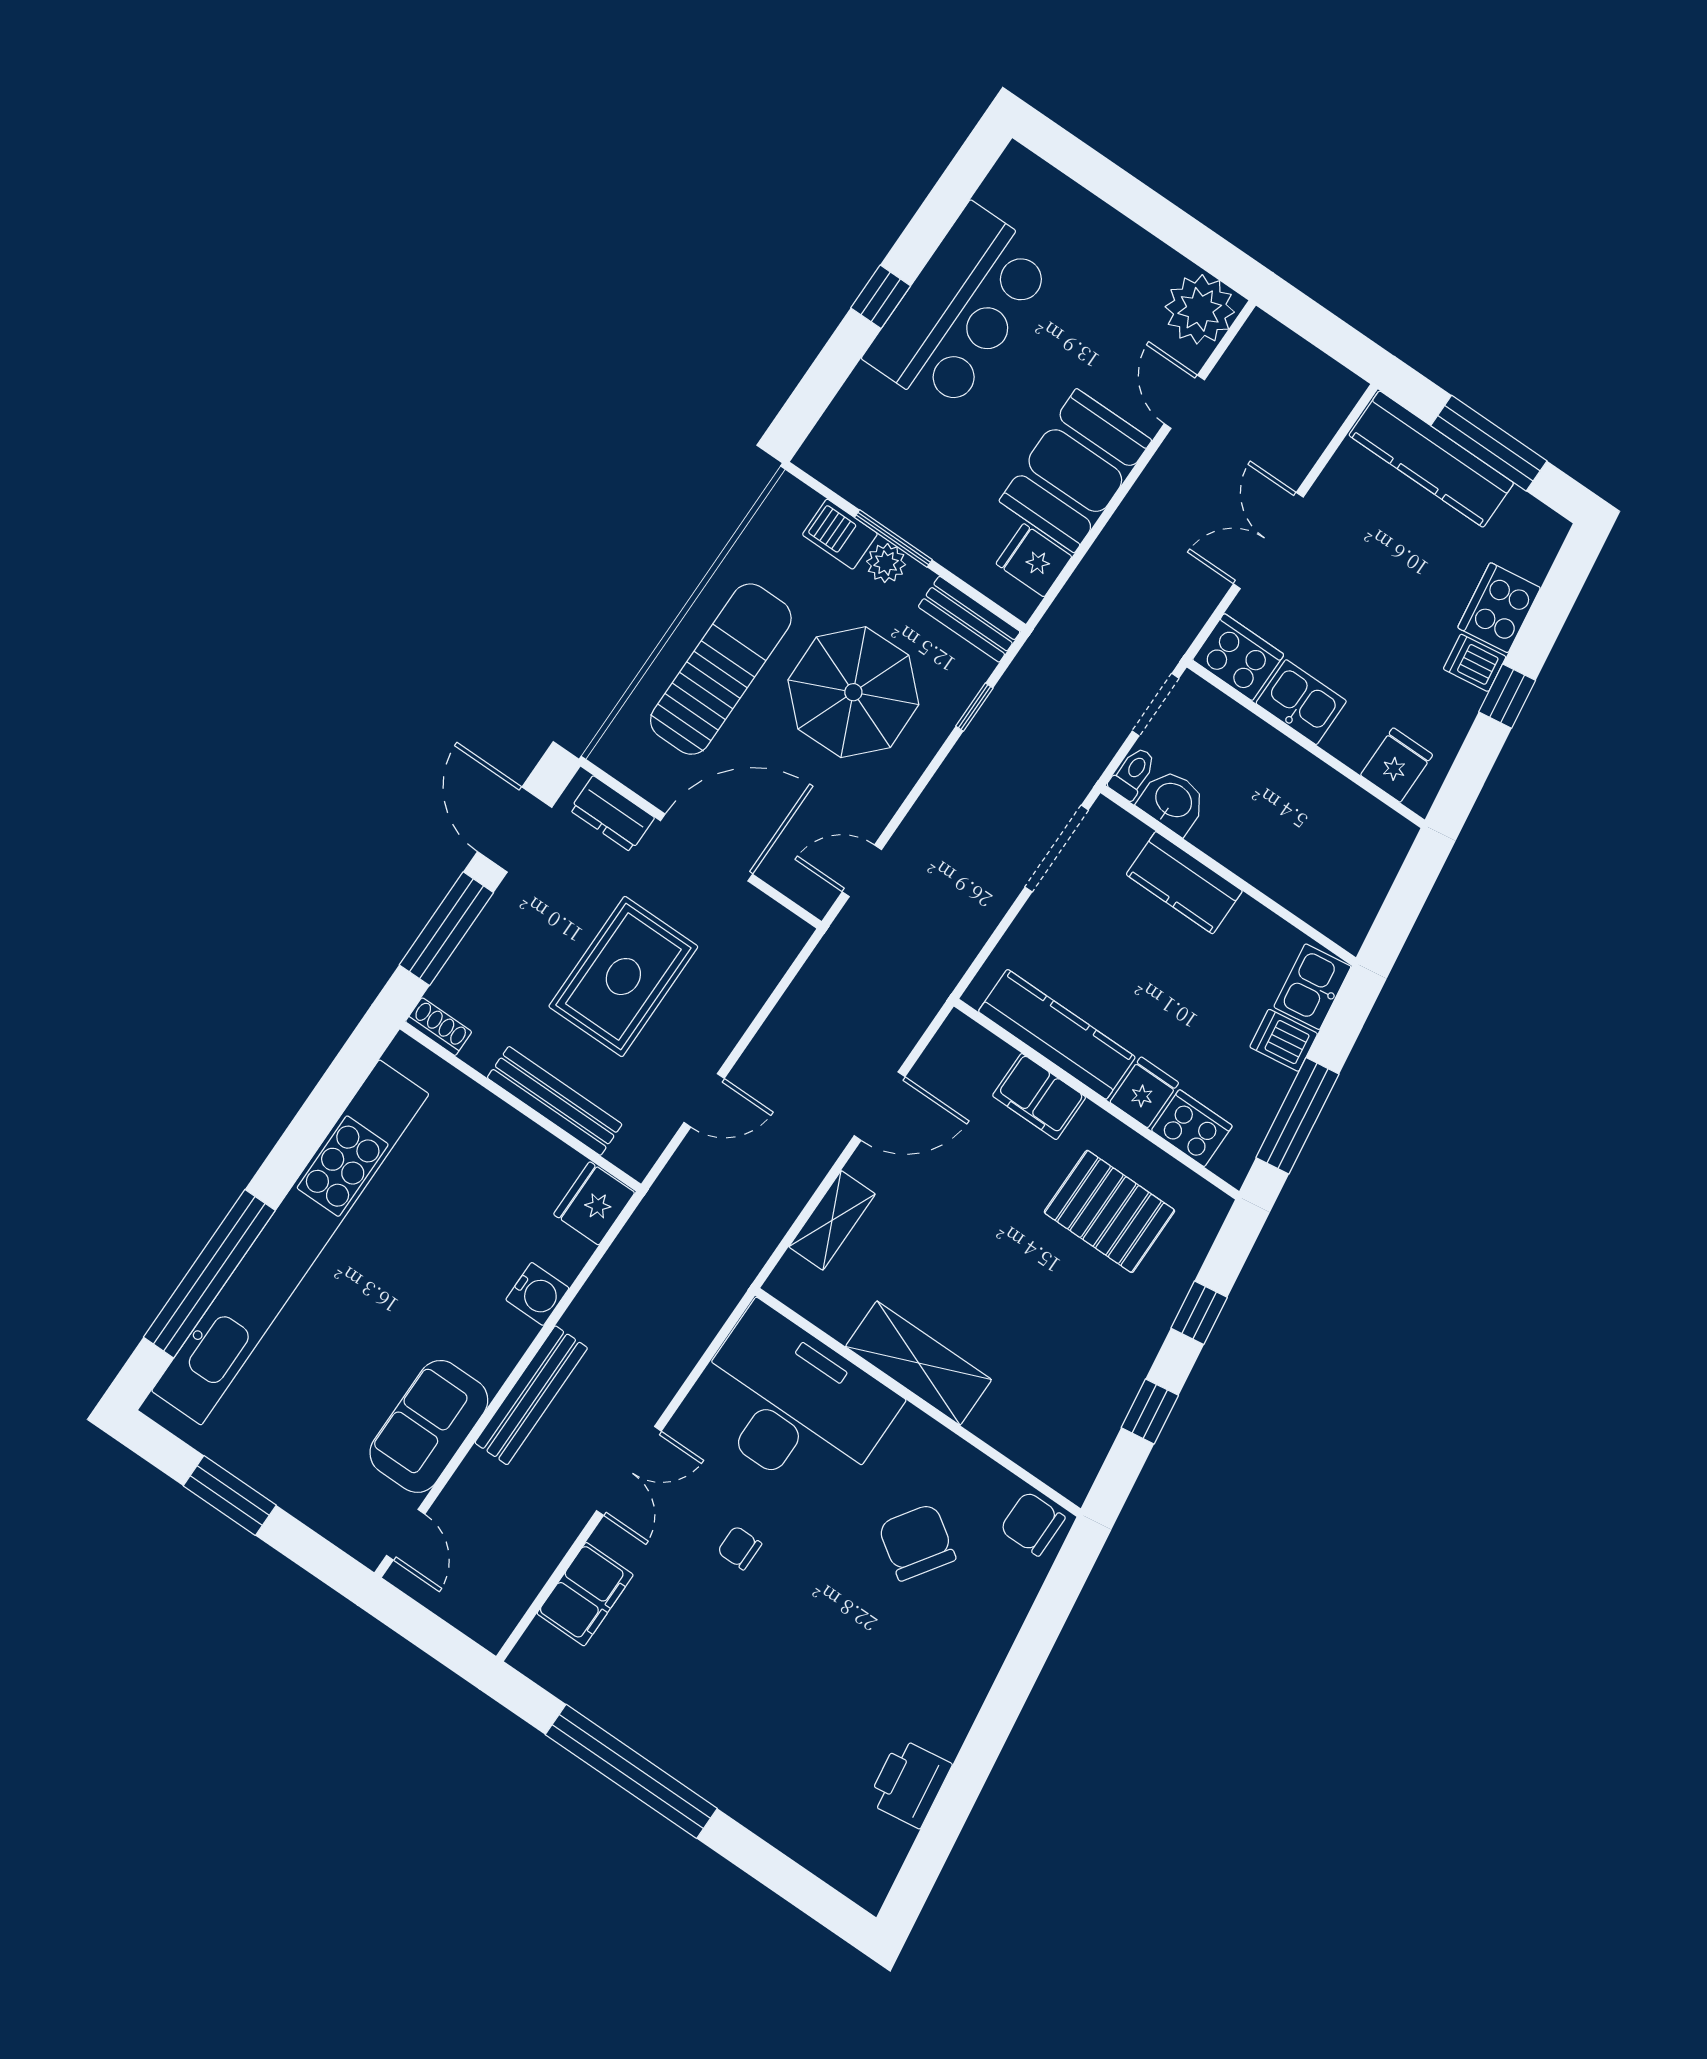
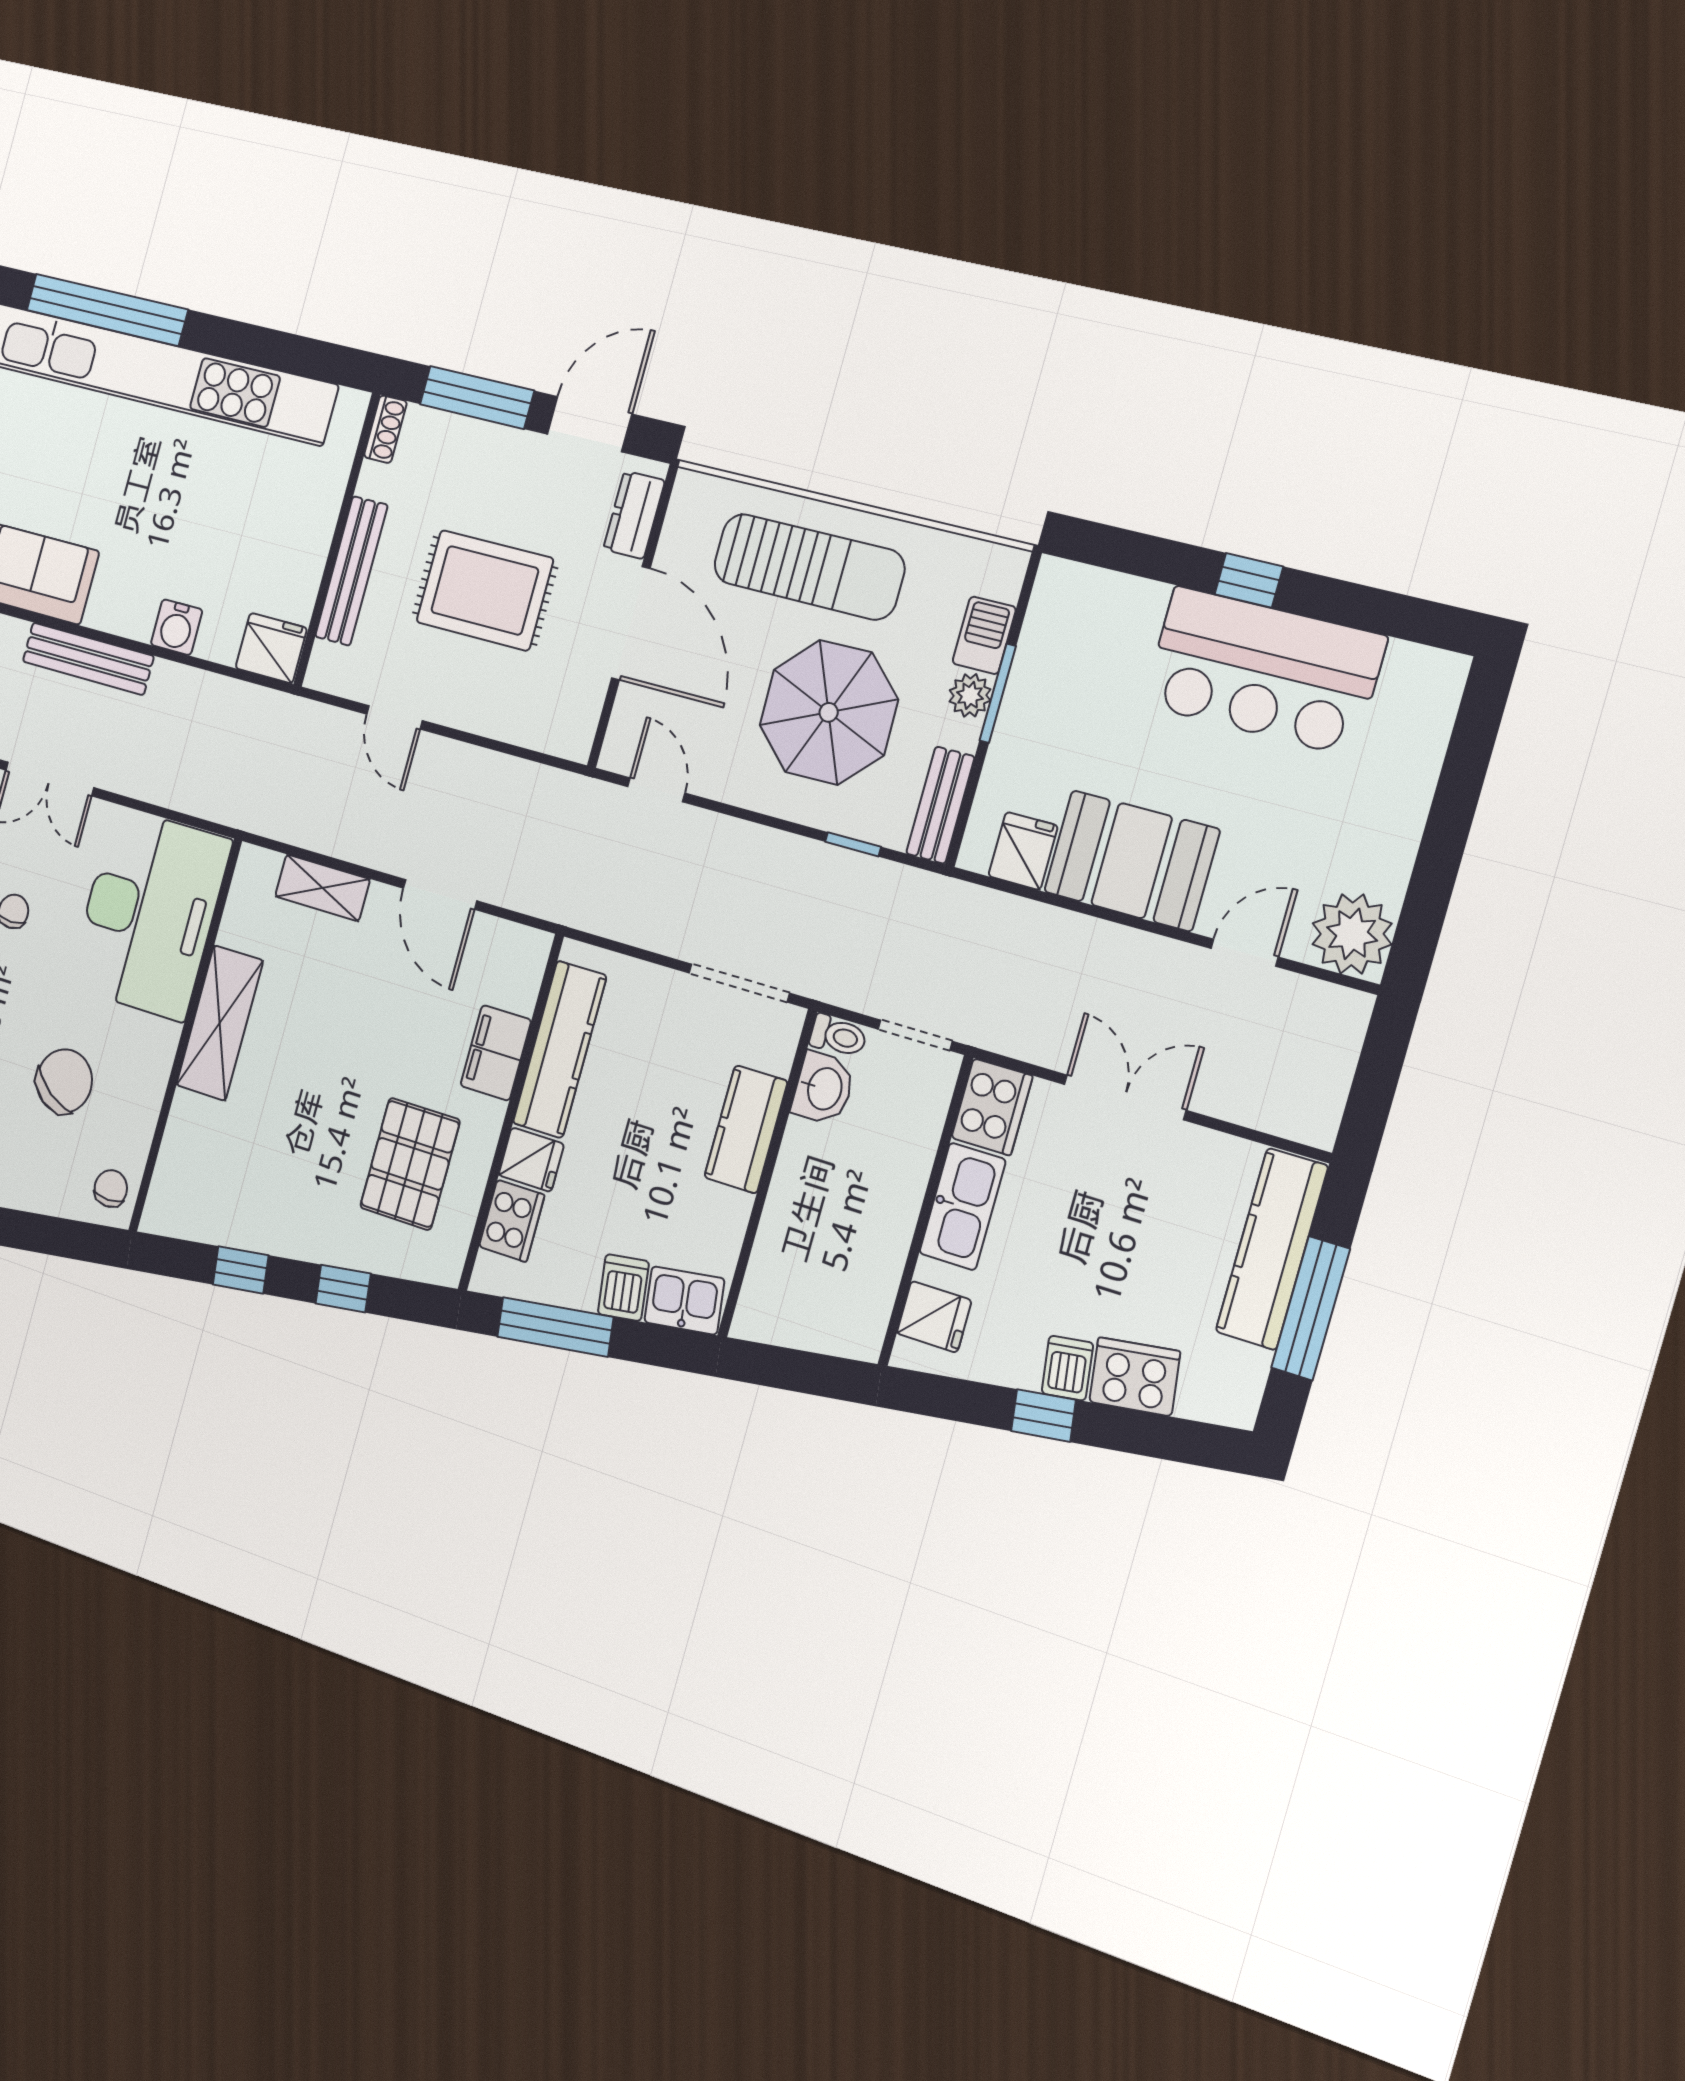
kitchen sink: (1301, 702) -> (962, 1206), width x1.38
chair: (1032, 1524) -> (111, 1188), width x0.73, depth x0.73

